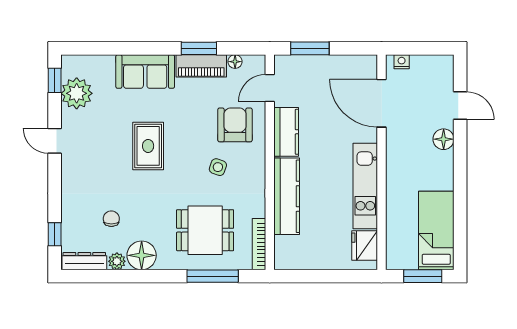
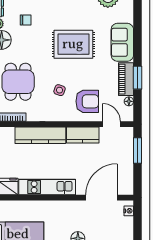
rug: (148, 146) -> (73, 44), width x1.36, depth x1.43

